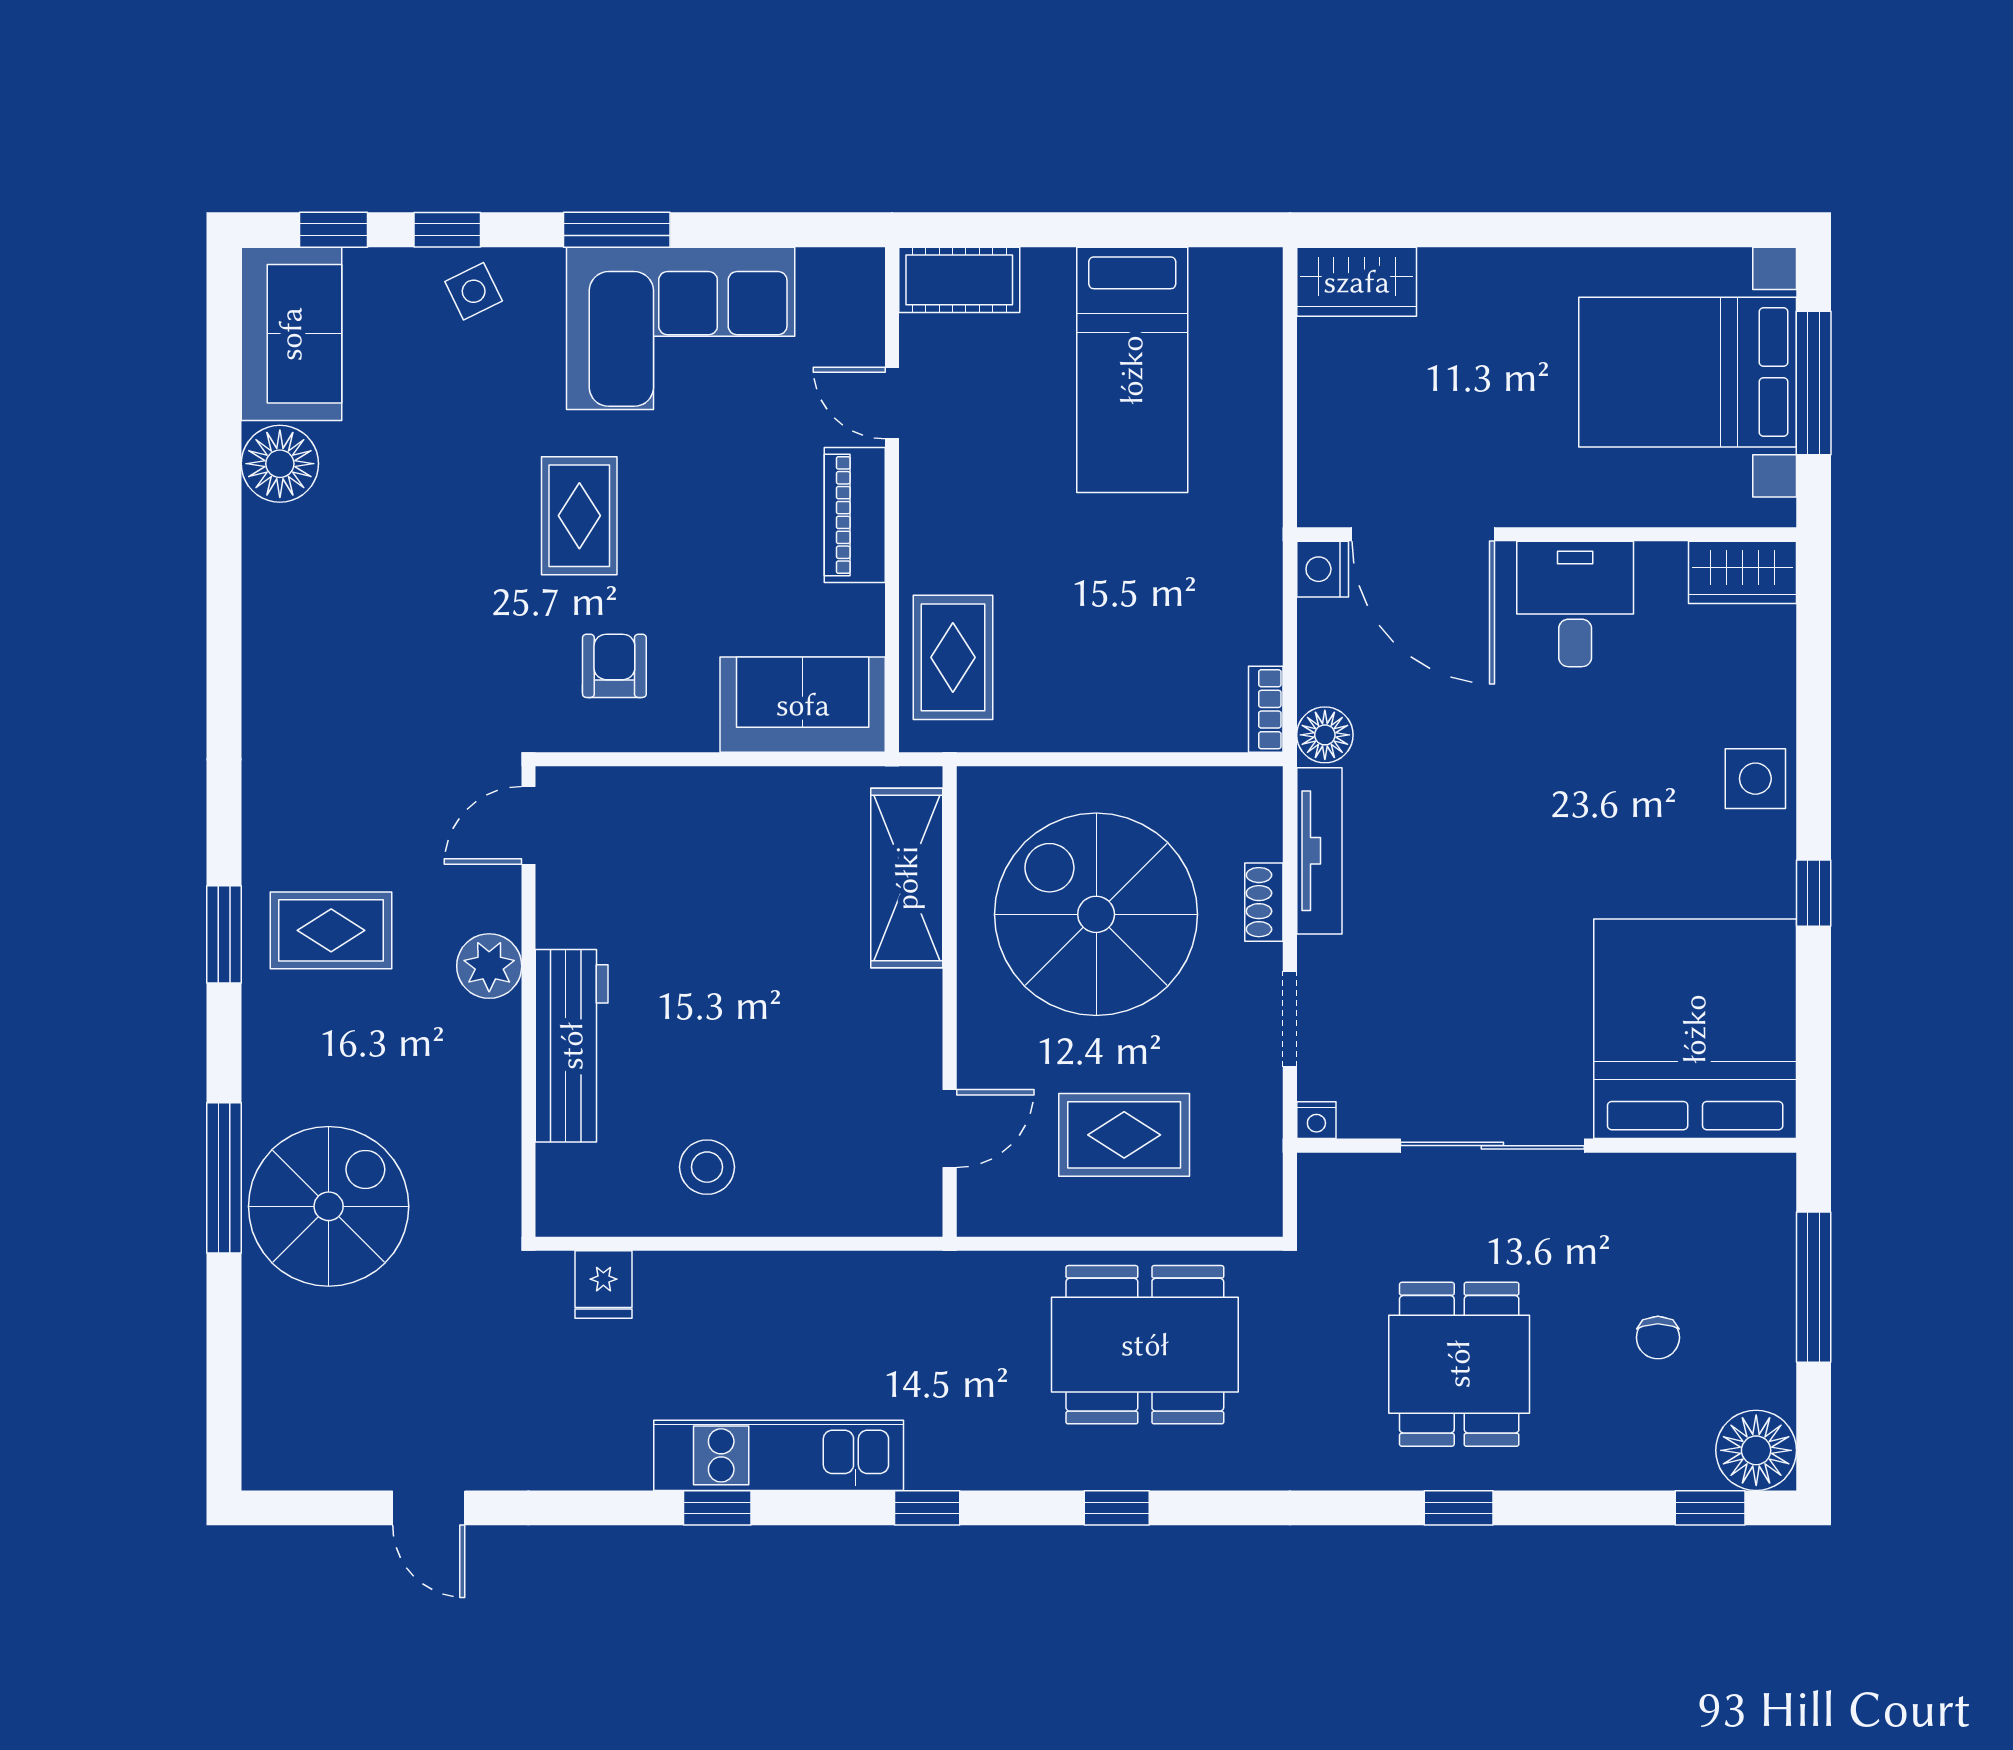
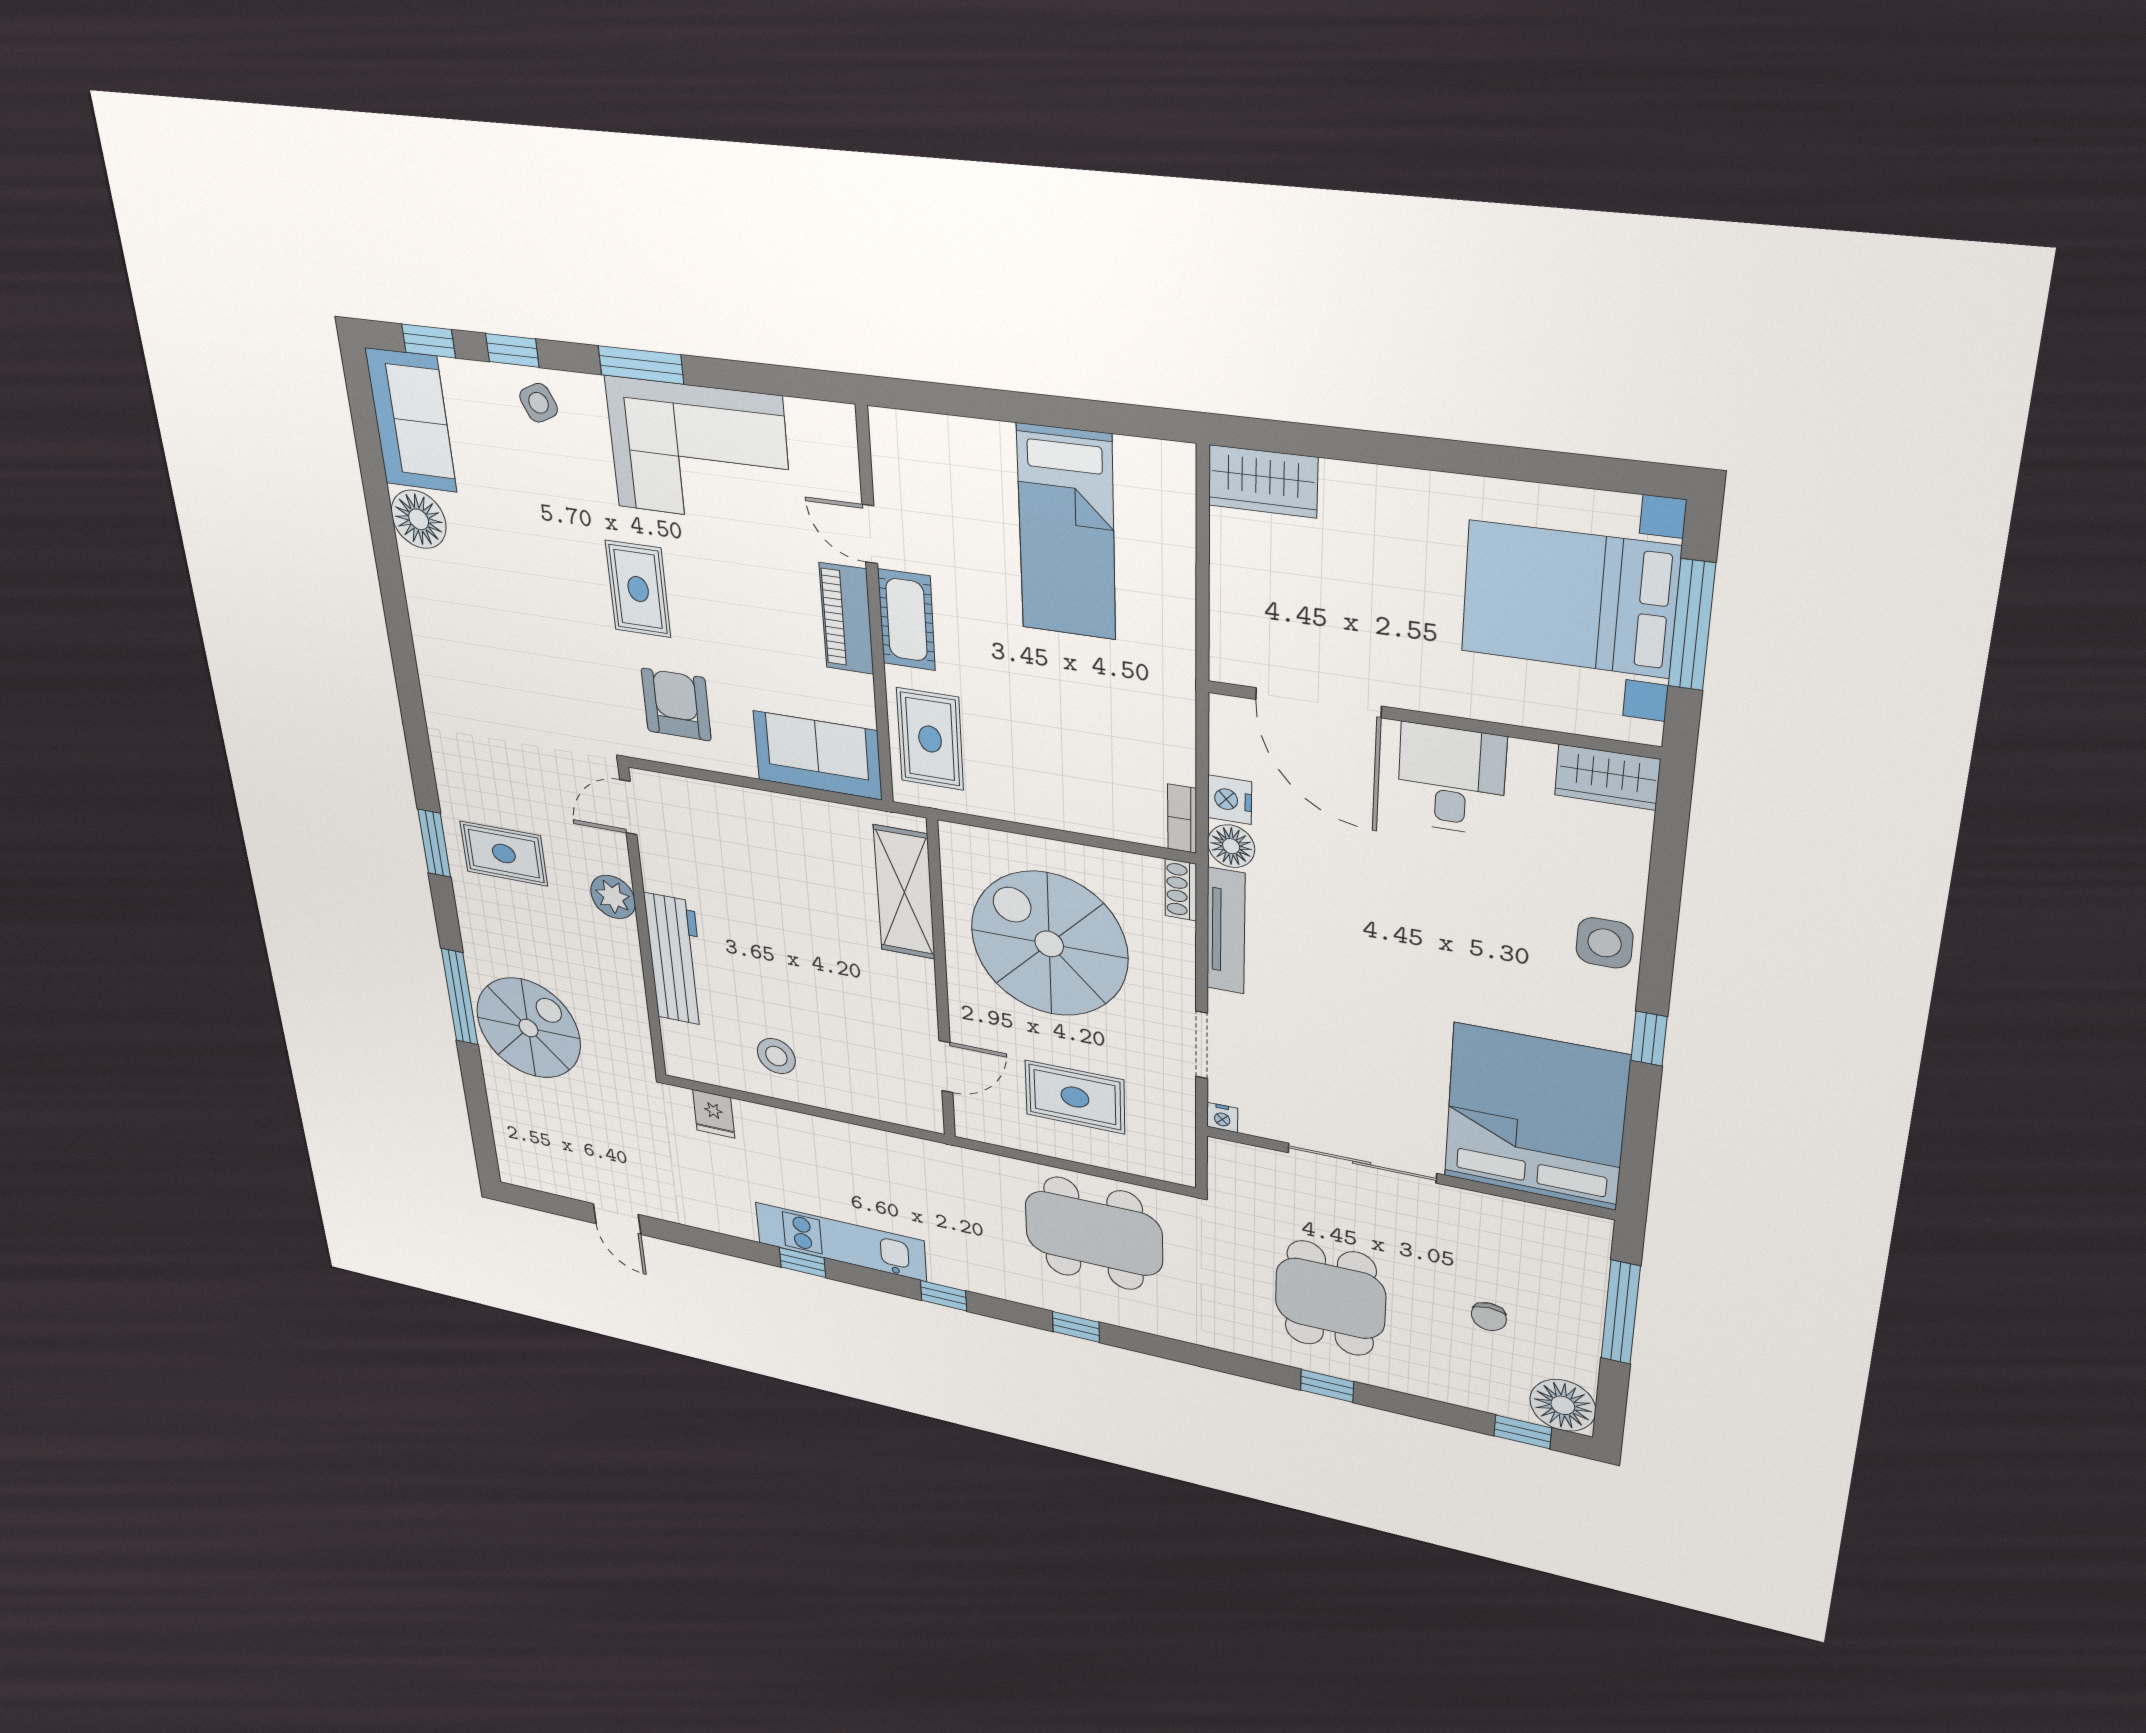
cot: (959, 280) -> (907, 620), moved, turned 90
nightstand: (1323, 569) -> (1230, 800), moved
armchair: (614, 666) -> (676, 705), width x1.38, depth x1.38
shoe rack: (1264, 902) -> (1181, 890), moved

